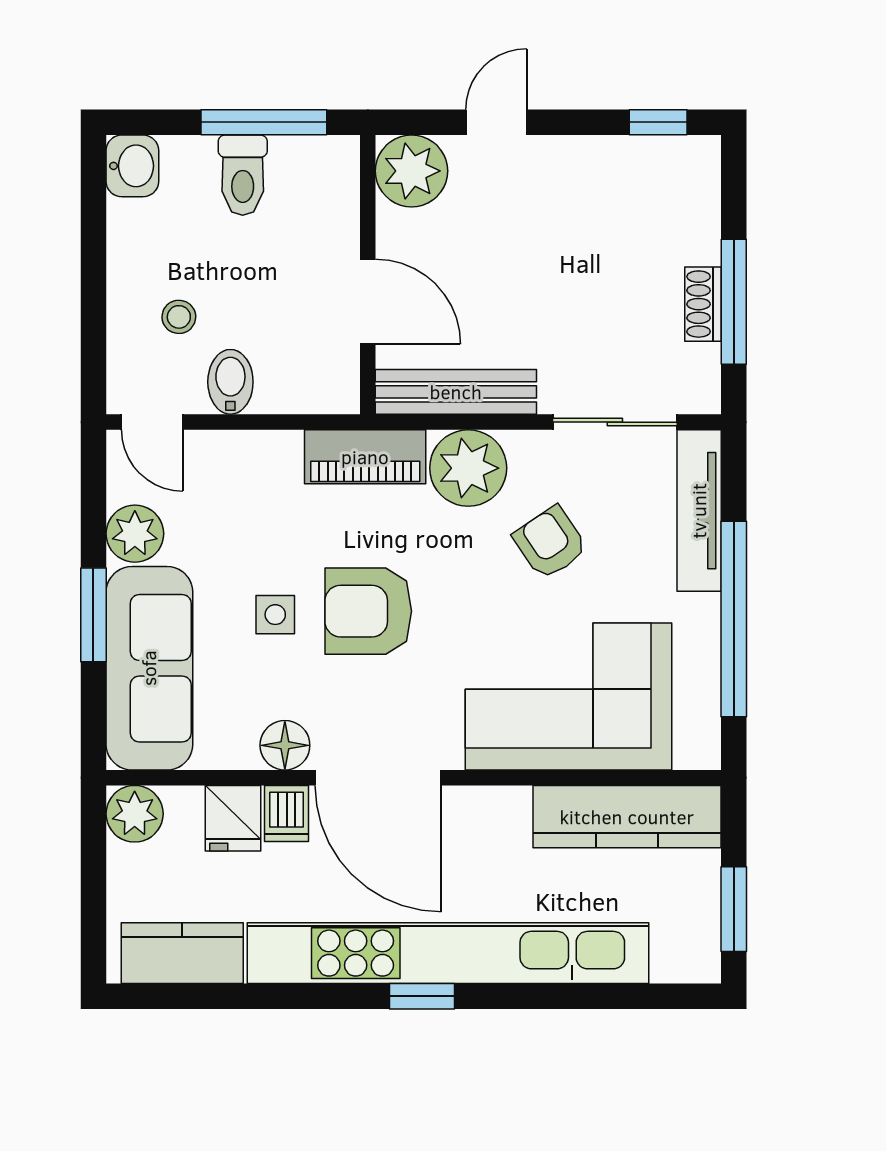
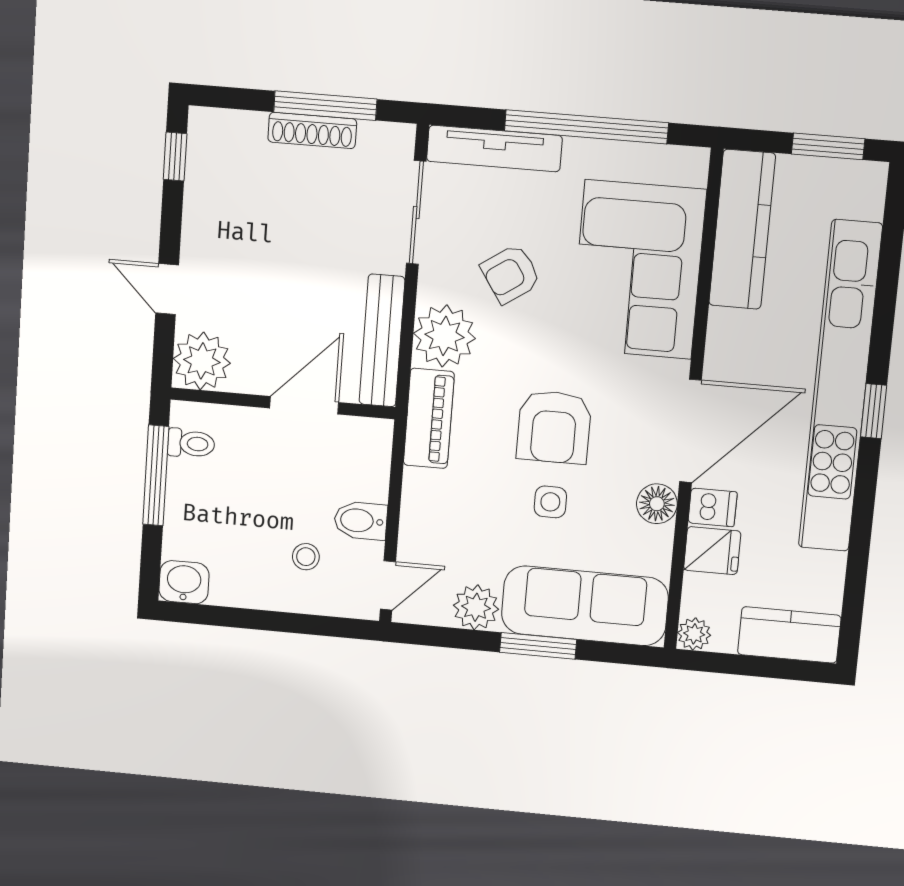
toilet: (243, 175) -> (191, 443), moved, width x0.73, depth x0.72
shoe rack: (703, 304) -> (312, 130), width x1.43
plant: (135, 814) -> (694, 634), width x0.73, depth x0.73
kitchen counter: (182, 953) -> (789, 635), moved, turned 90

